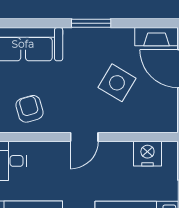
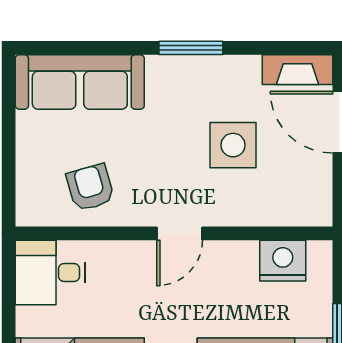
side table: (117, 83) -> (233, 145), turned -31

